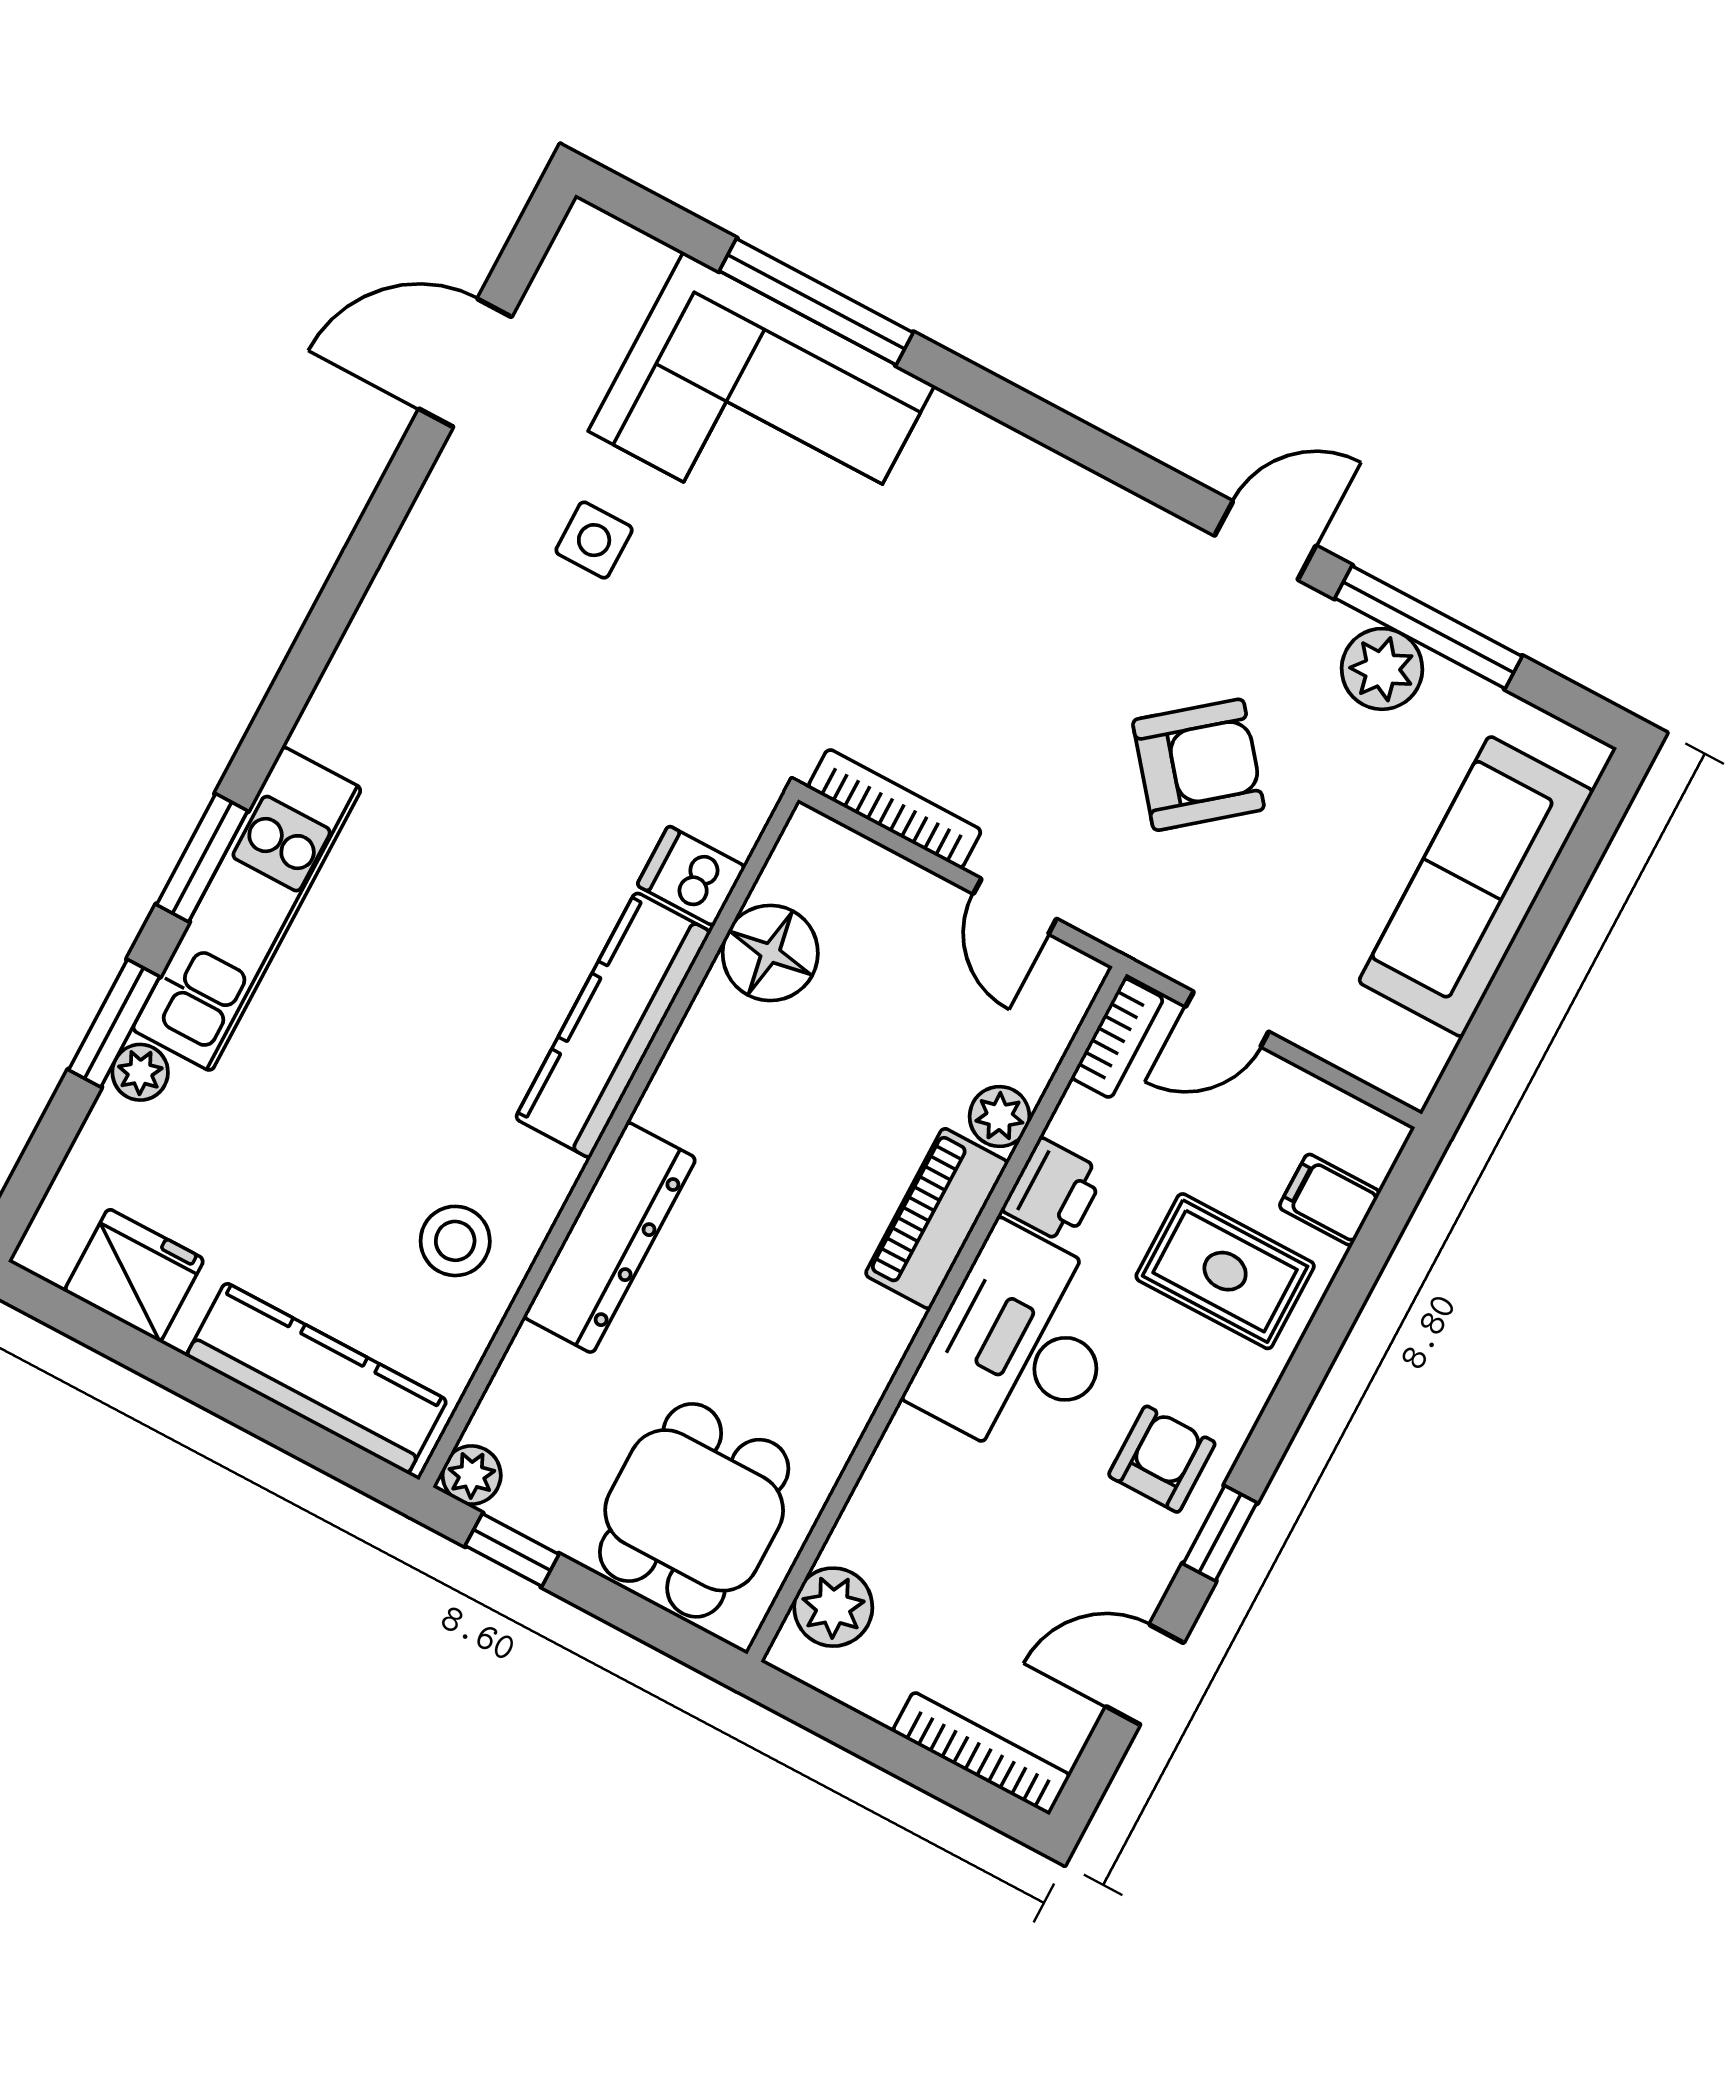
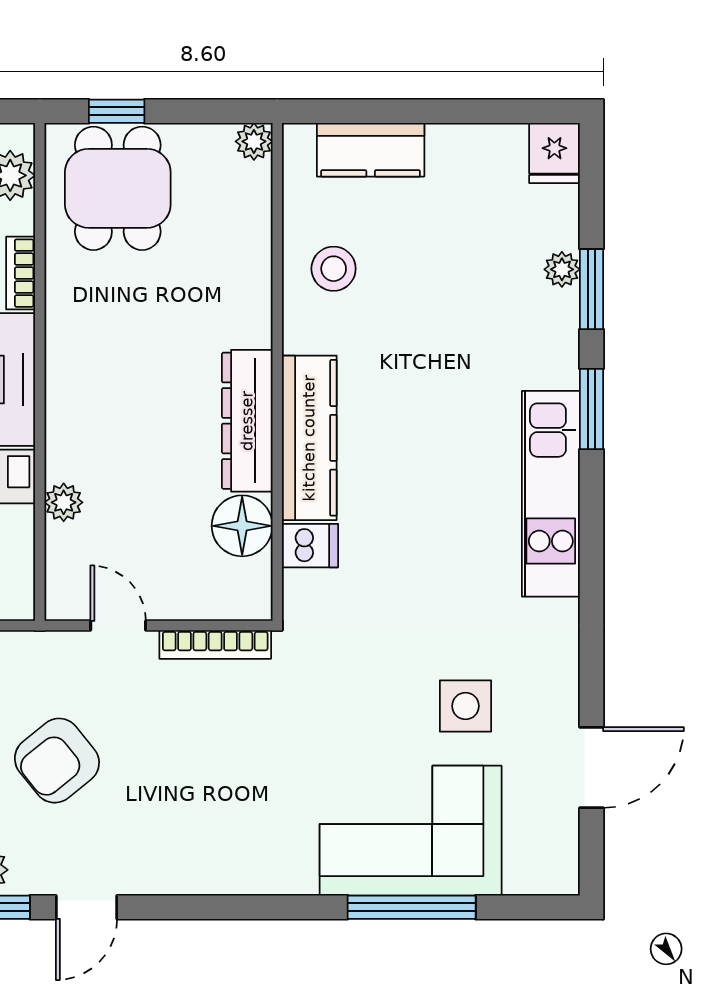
side table: (594, 540) -> (466, 706), width x1.37, depth x1.37
kitchen unit: (247, 909) -> (551, 494), moved
bookcase: (1117, 1038) -> (21, 273), moved
piano: (937, 1219) -> (68, 426), removed
dresser: (610, 1238) -> (247, 421), moved
fridge: (134, 1275) -> (554, 153), moved, width x0.72
kitchen counter: (317, 1378) -> (371, 150), width x0.67
window: (512, 1550) -> (117, 111), moved

